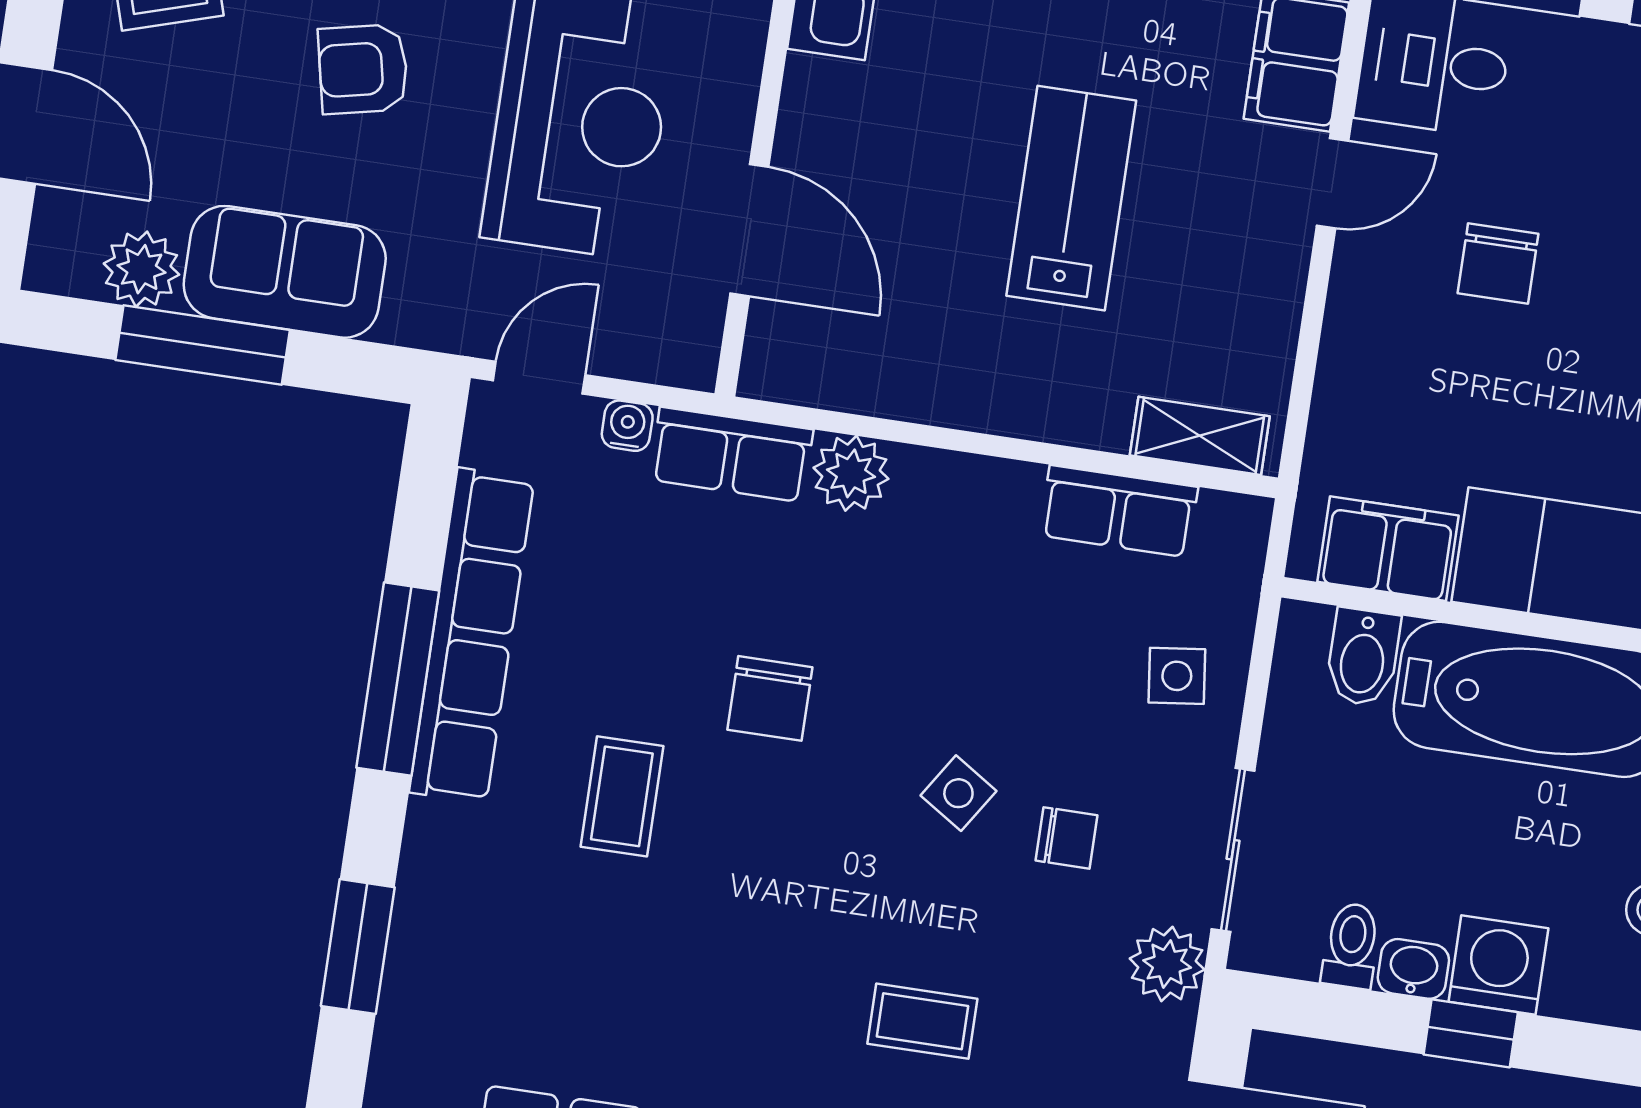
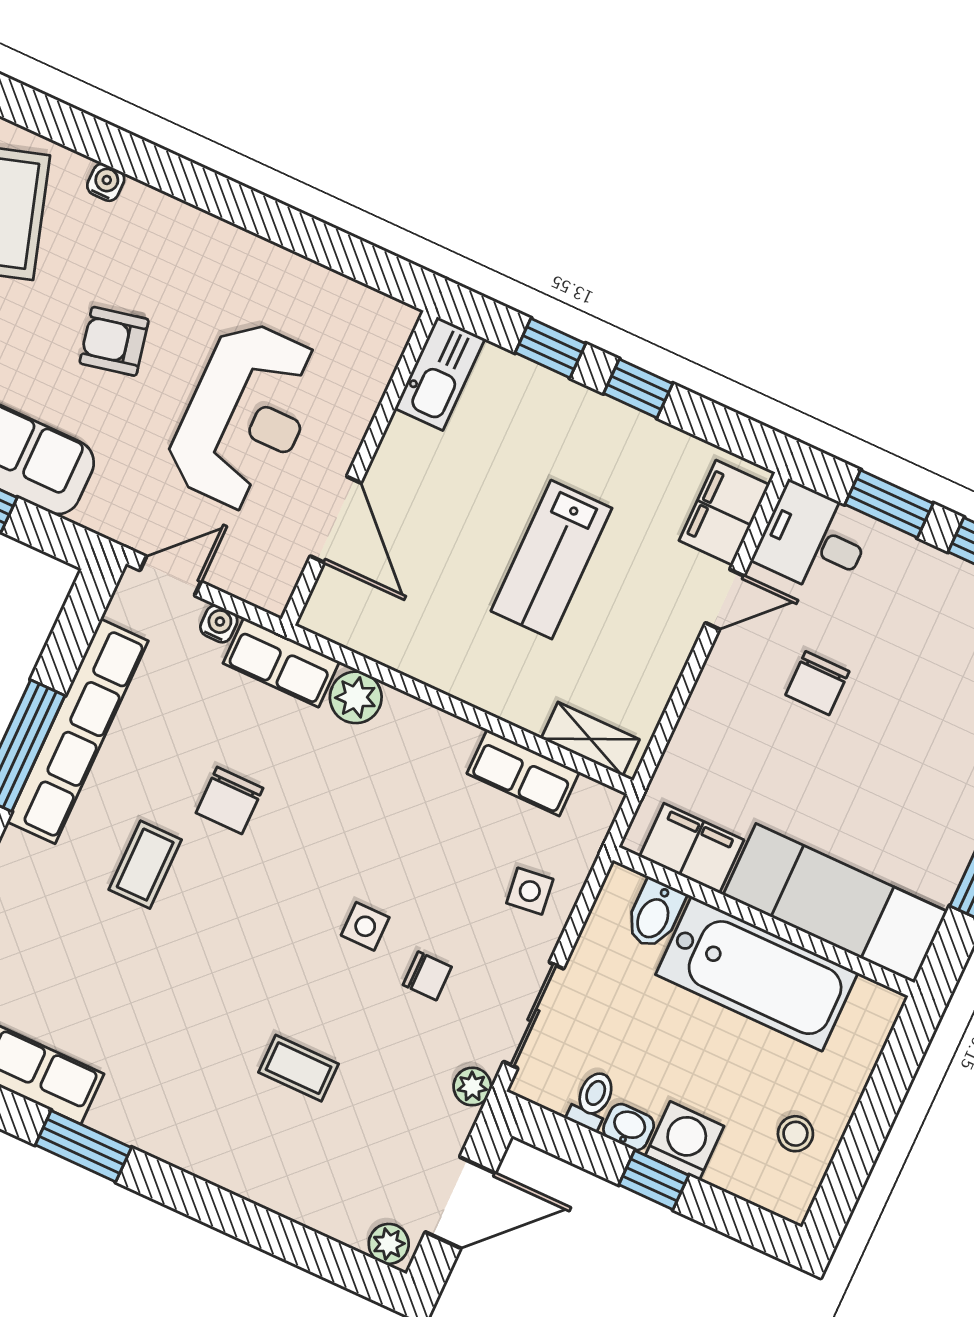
lab bench: (1071, 198) -> (551, 560), turned 180
chair: (770, 698) -> (230, 800), moved
side table: (958, 793) -> (365, 926), turned -33
plant: (1167, 964) -> (472, 1087), width x0.73, depth x0.73

